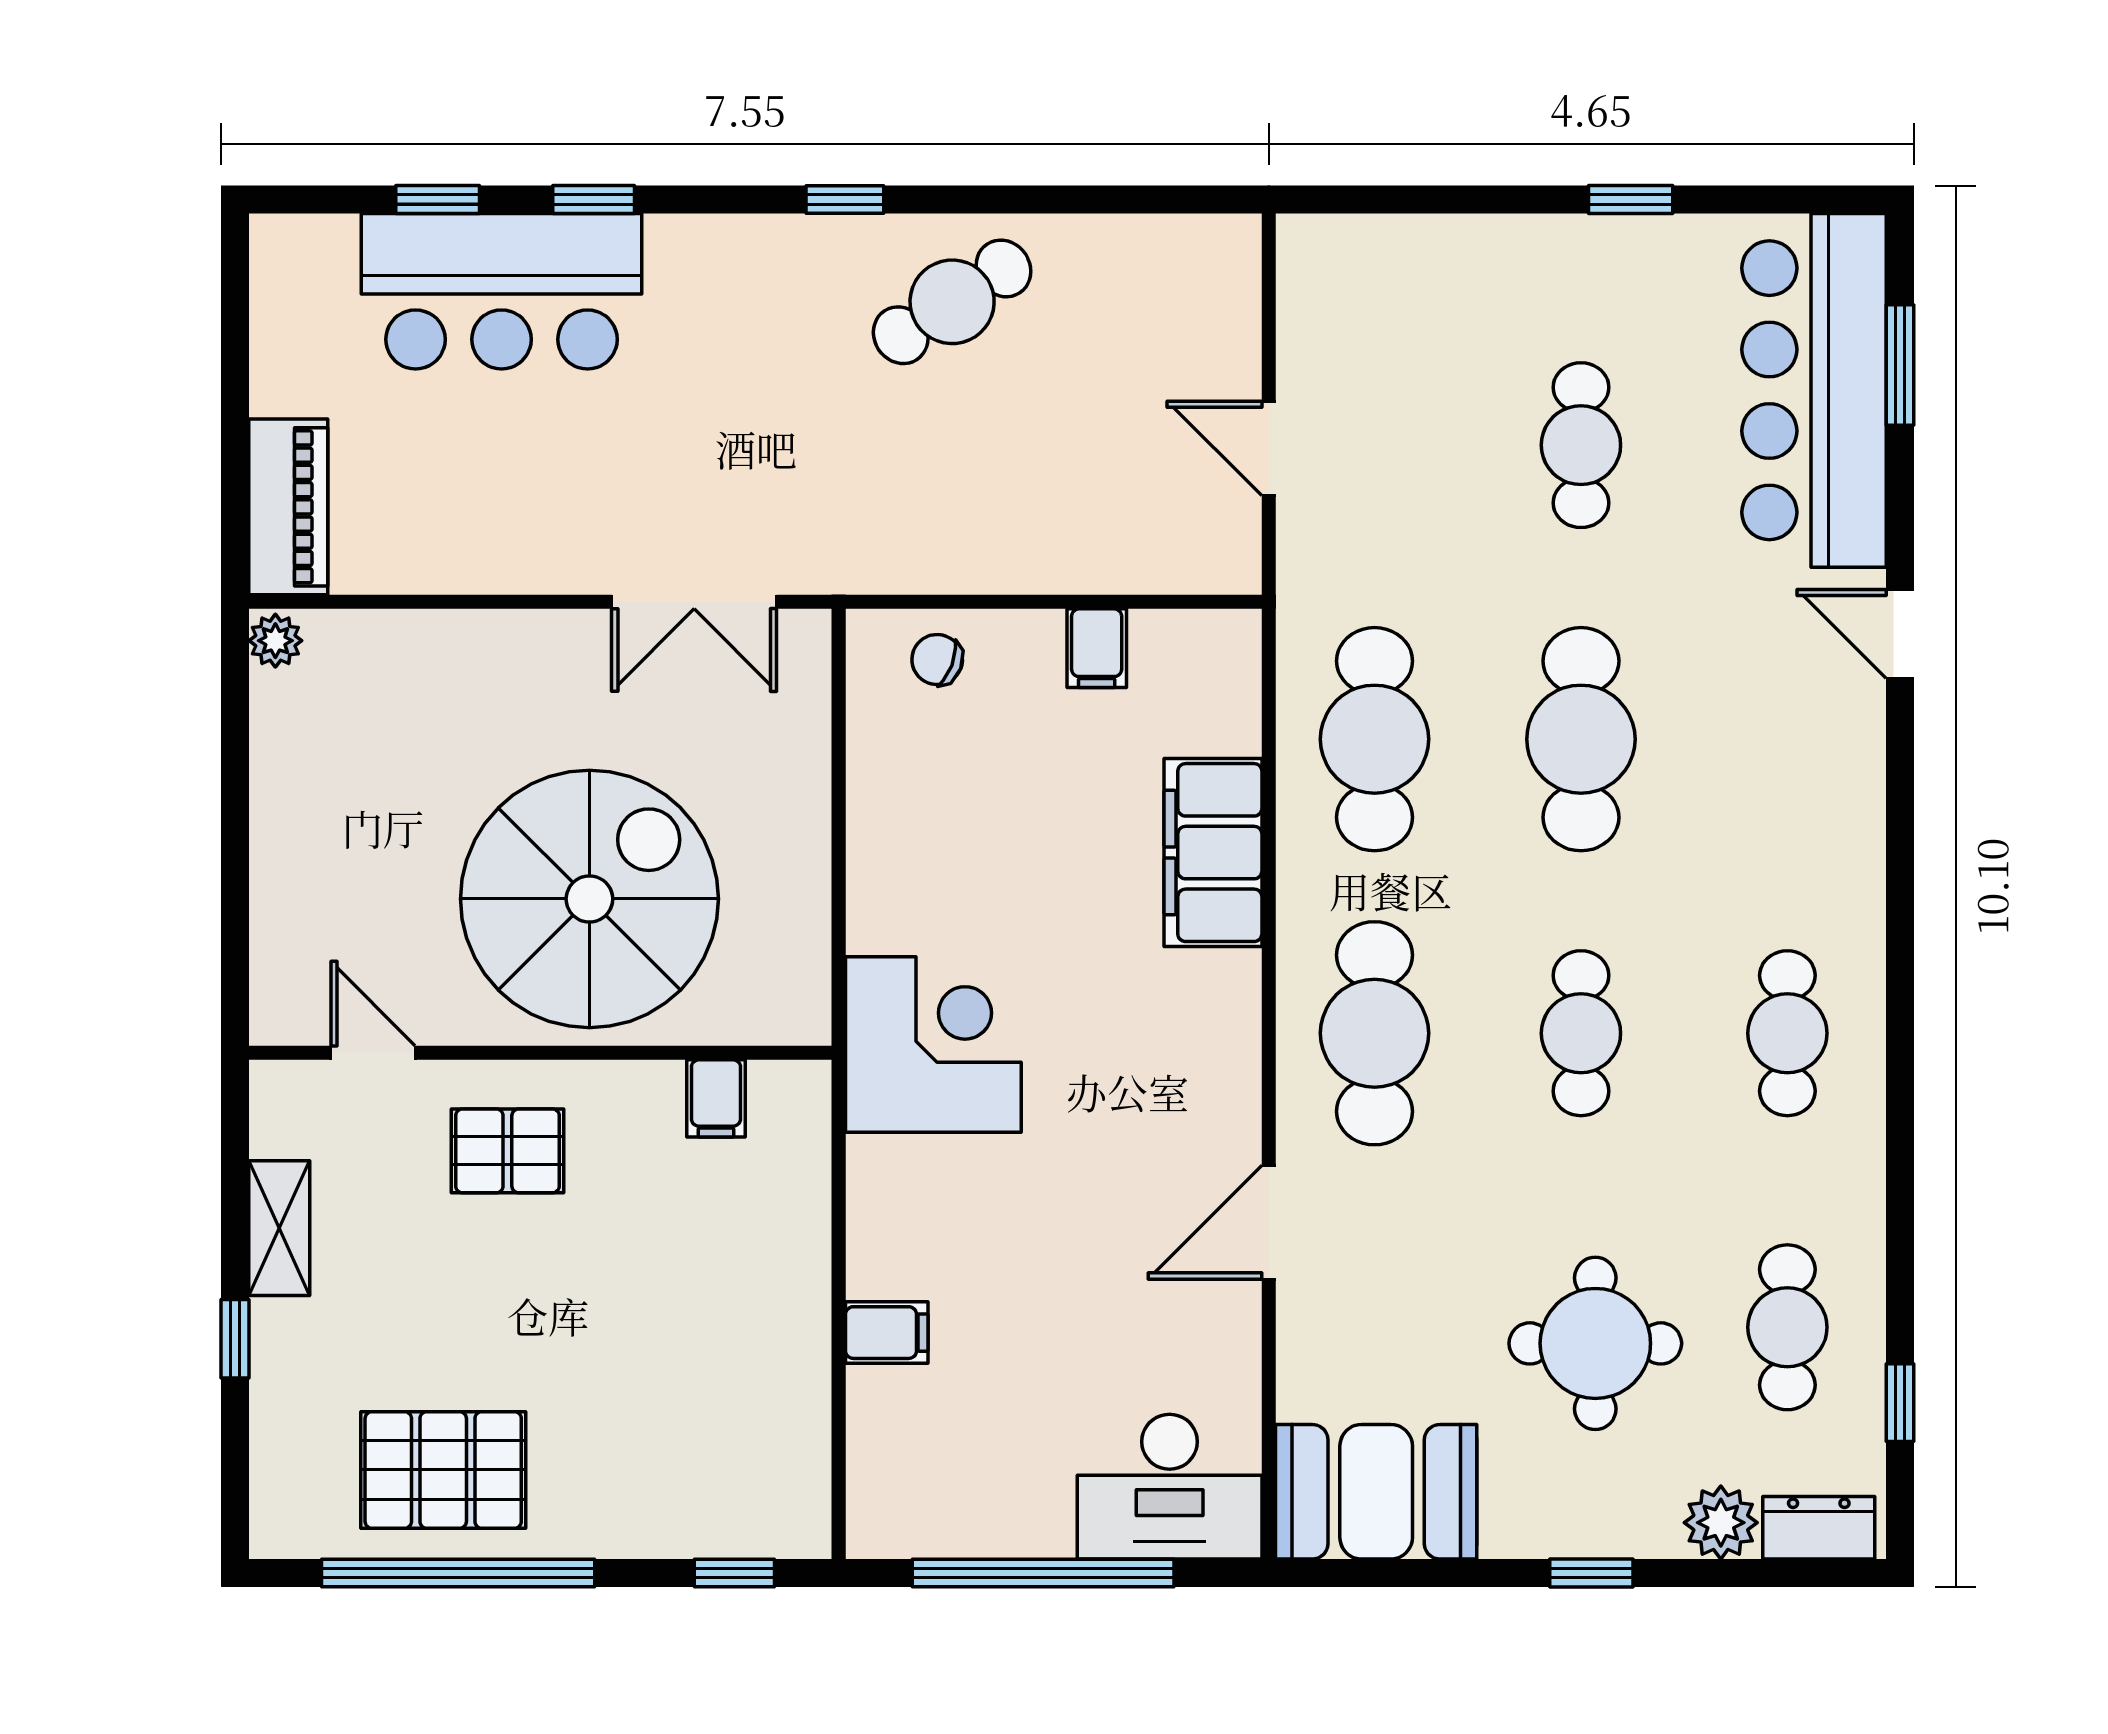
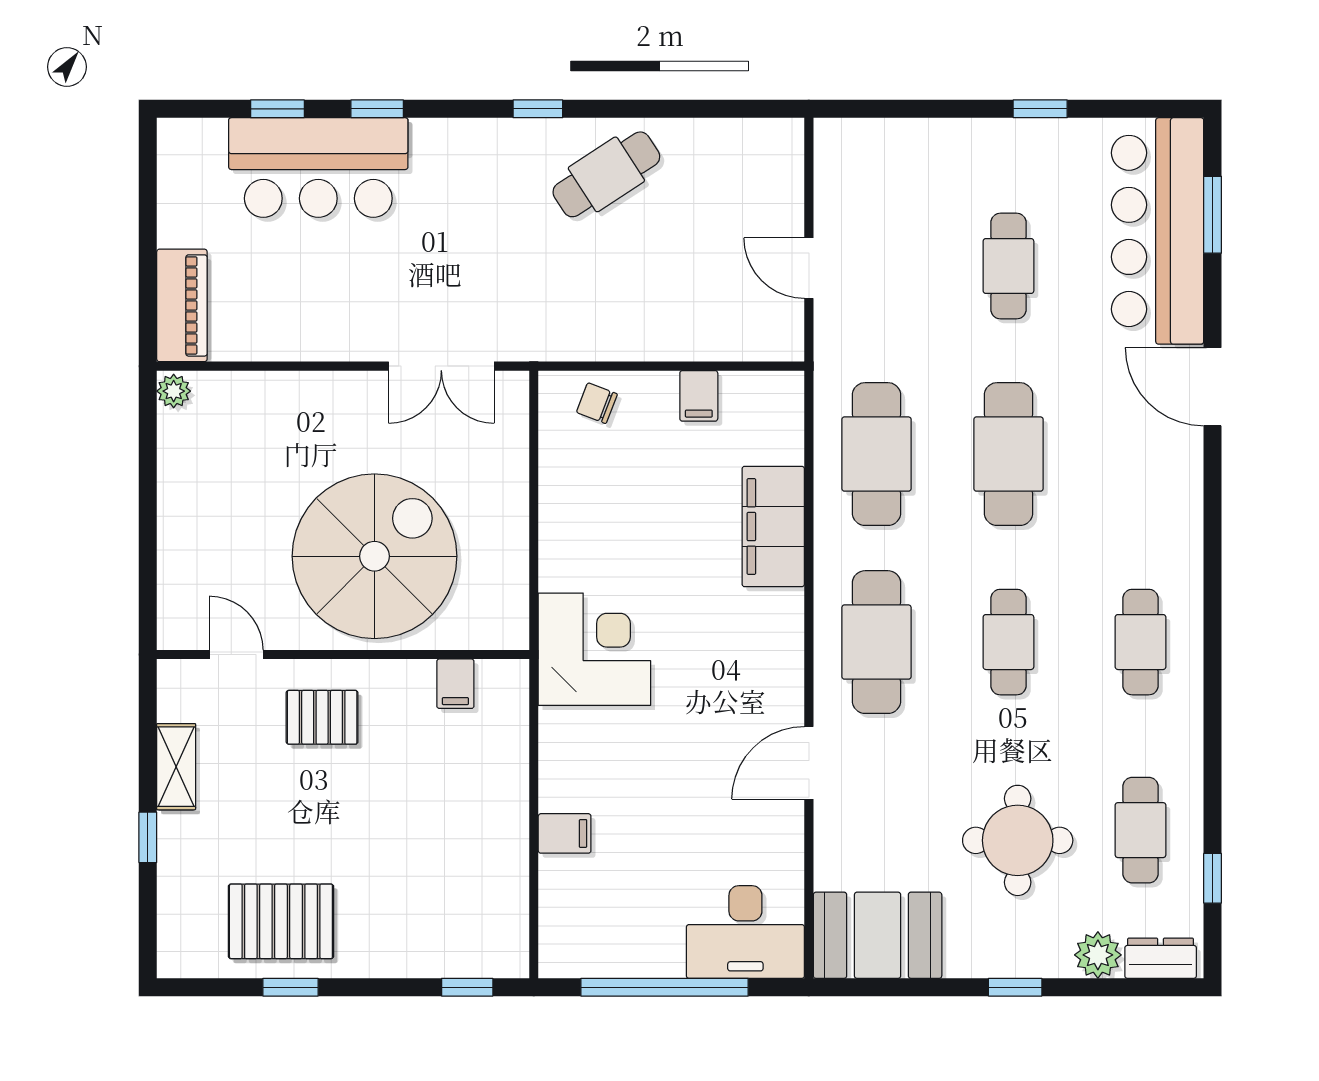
door: (1900, 634) -> (1213, 387), width x1.38
window: (458, 1573) -> (291, 987), width x0.32

